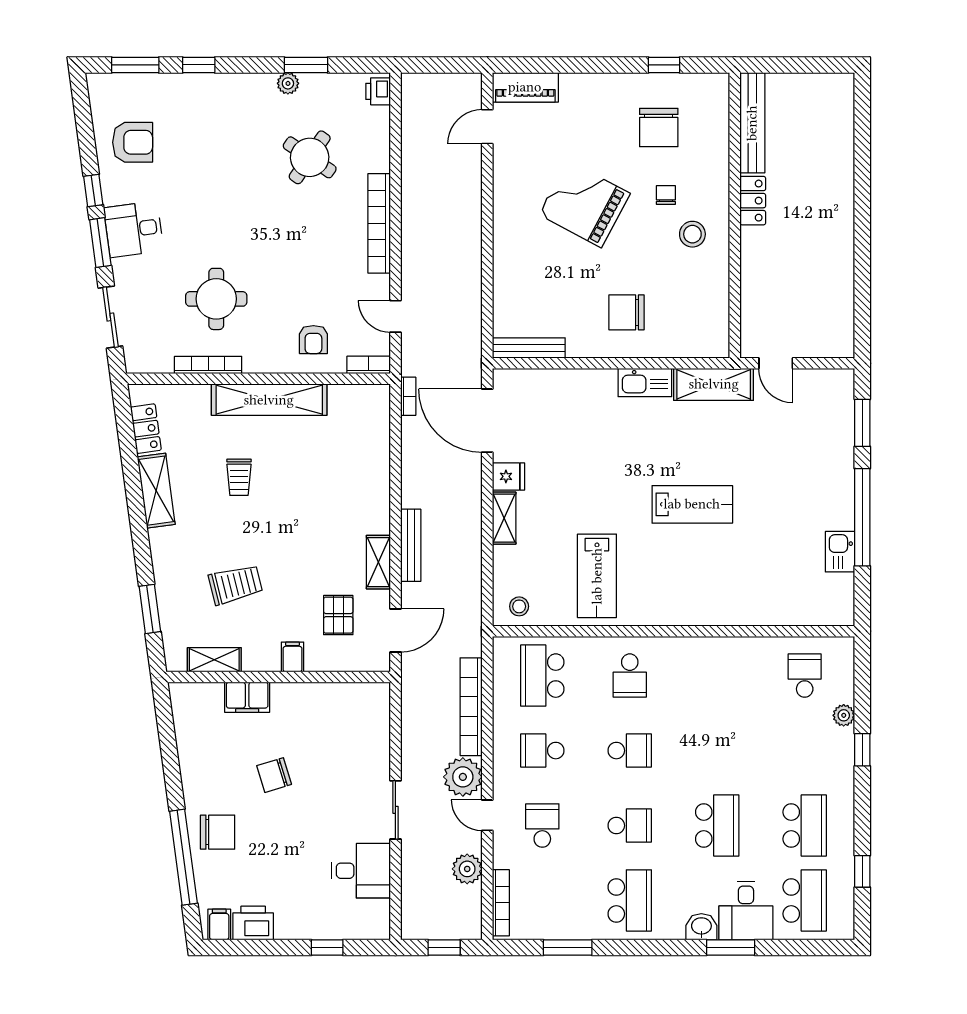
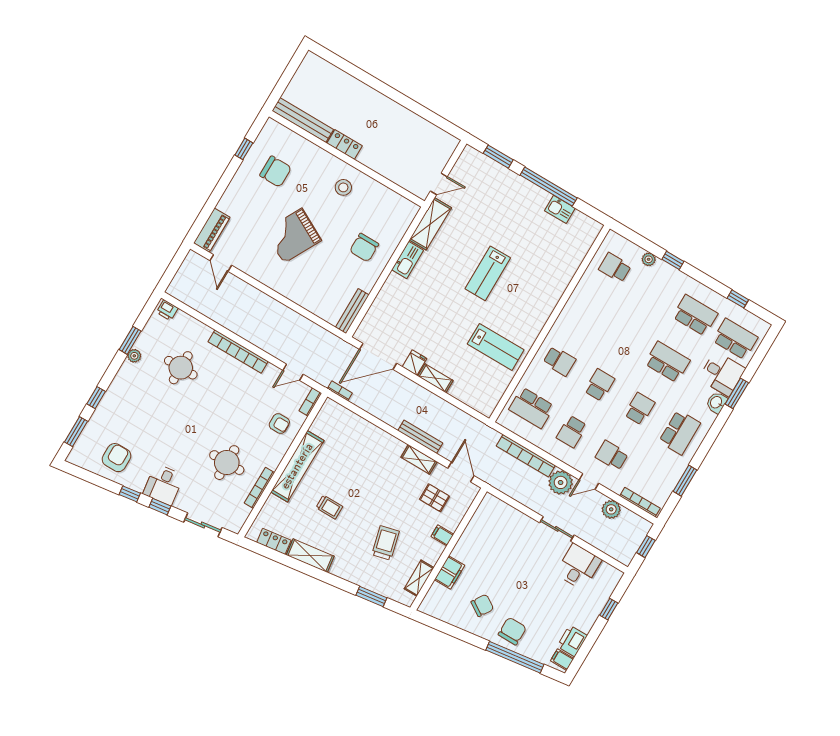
round table: (310, 157) -> (181, 368), turned -34
chair: (666, 195) -> (314, 189), removed
window: (100, 243) -> (160, 507), width x0.67
lab bench: (692, 504) -> (488, 273), turned 180
stool: (519, 606) -> (487, 398), removed
chair: (274, 775) -> (482, 605), moved, turned -130
school desk: (630, 900) -> (680, 432), turned 90

